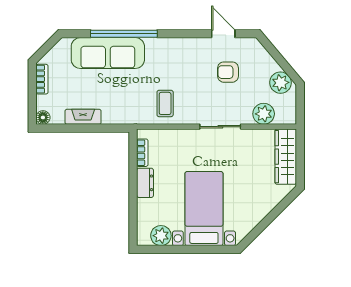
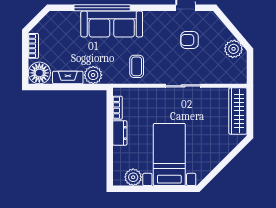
sofa: (108, 53) -> (112, 24), moved
plant: (264, 114) -> (93, 75), moved
floor lamp: (43, 117) -> (39, 73), width x1.89, depth x1.89

